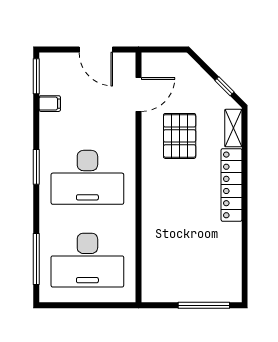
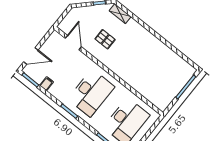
door: (96, 49) -> (31, 56), moved
pallet: (180, 136) -> (105, 39), width x0.67, depth x0.71
locker: (231, 185) -> (144, 34), removed

